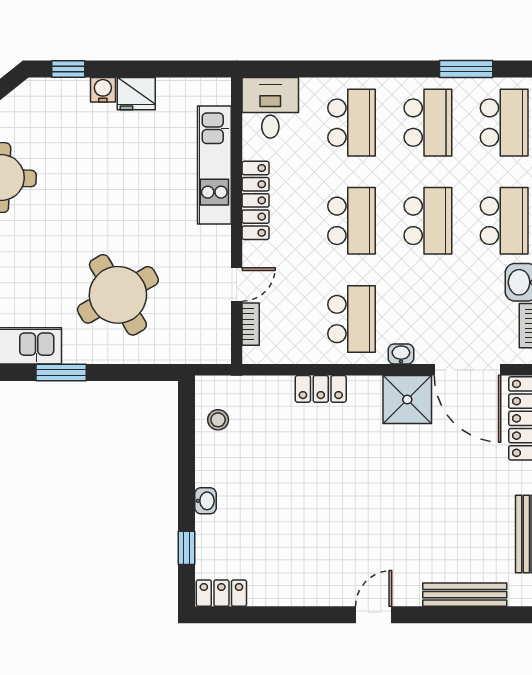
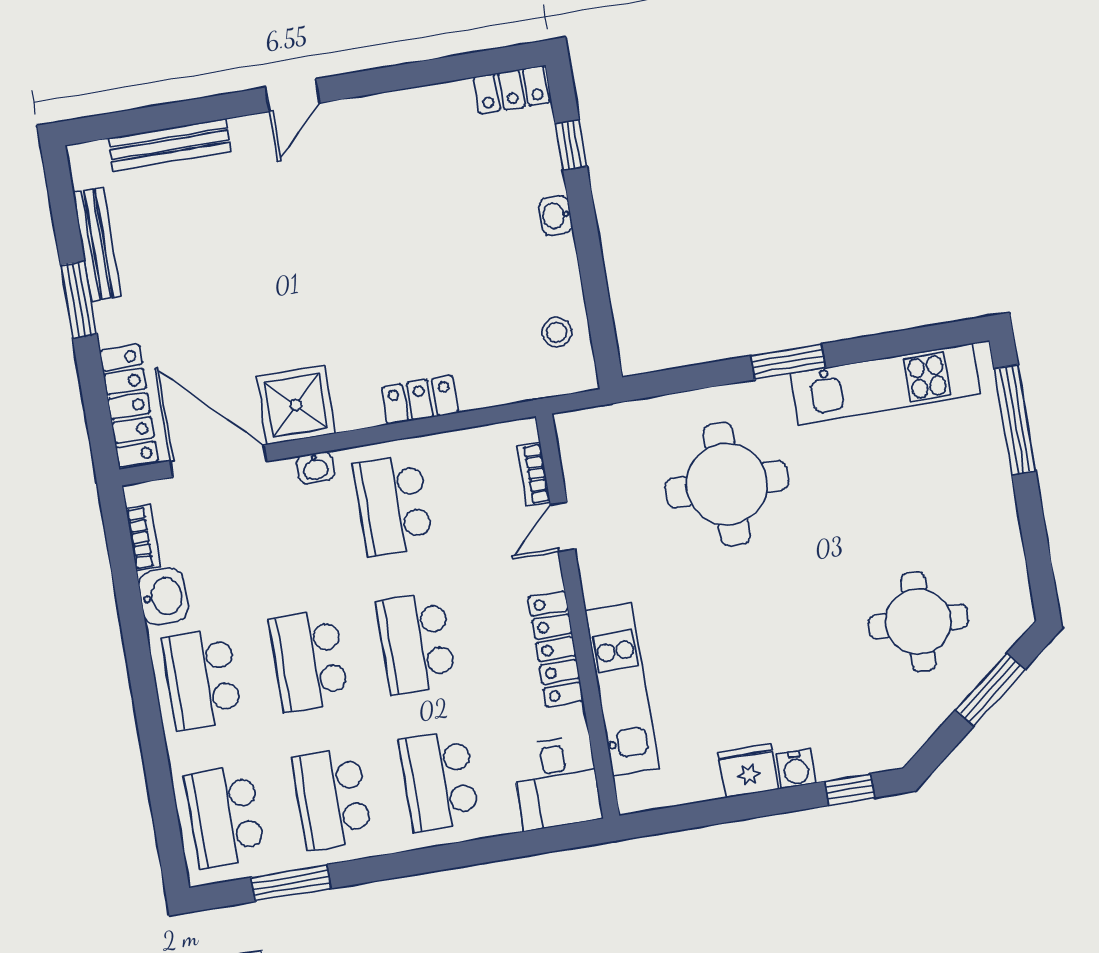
round table: (118, 295) -> (727, 484), turned 30

